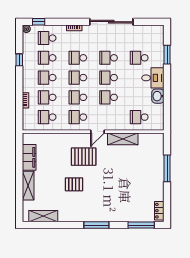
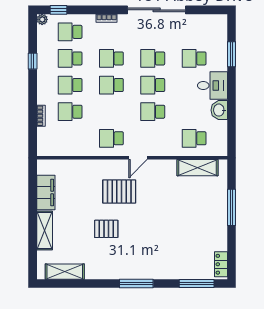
school desk: (78, 97) -> (111, 112), removed
school desk: (47, 117) -> (70, 138), removed
shelving: (123, 139) -> (198, 168), moved

